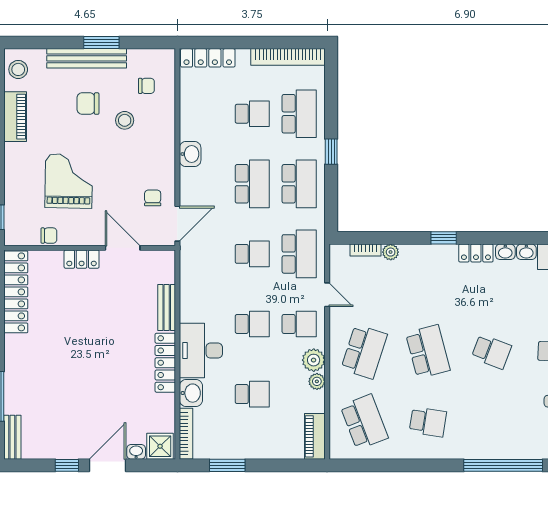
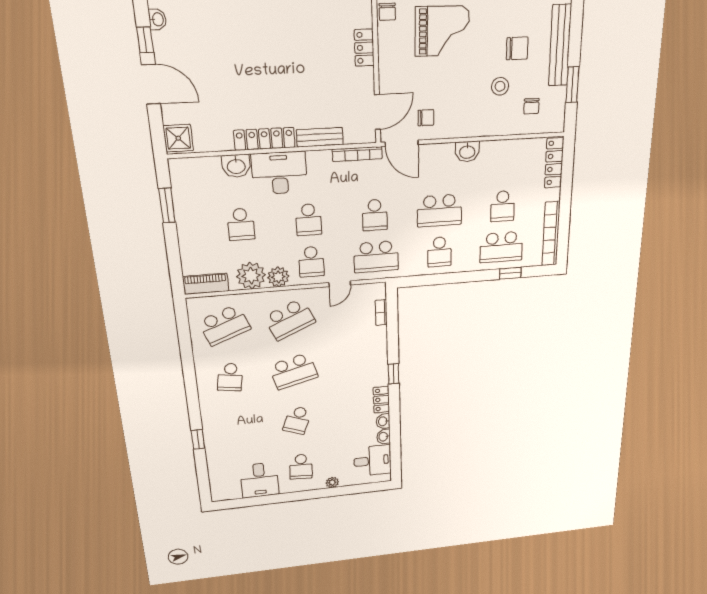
window: (101, 42) -> (572, 85), moved
chair: (88, 104) -> (517, 48), turned 90
window: (331, 152) -> (510, 273), moved
school desk: (299, 184) -> (439, 252), width x0.54
door: (123, 248) -> (377, 112), moved
plant: (391, 252) -> (380, 333), removed
school desk: (364, 352) -> (290, 319), turned -42
plant: (317, 381) -> (251, 276), width x1.88, depth x1.88
bookcase: (186, 434) -> (357, 154), moved
washbasin: (136, 452) -> (157, 19), moved
window: (503, 465) -> (198, 439), width x0.32

